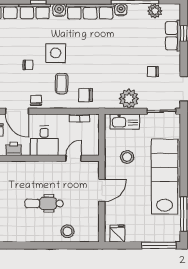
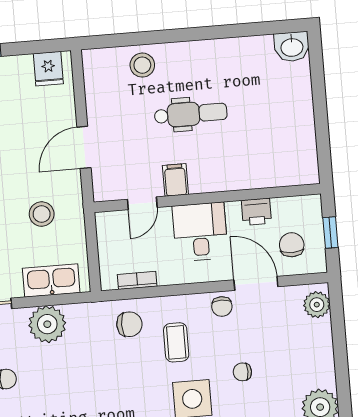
filing cabinet: (55, 169) -> (175, 180), added

